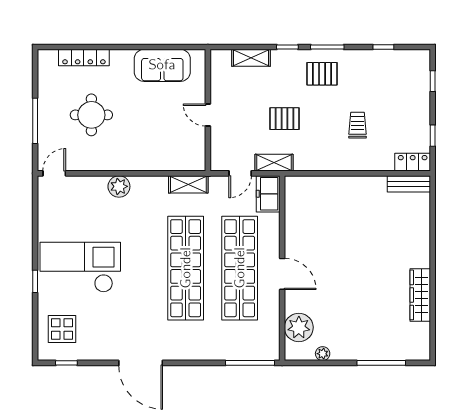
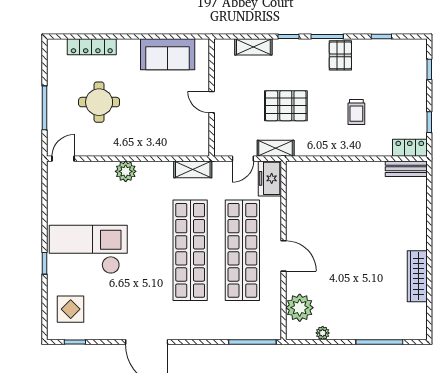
pallet: (322, 74) -> (340, 55), moved, turned 90
pallet: (285, 119) -> (286, 106), width x1.50, depth x1.42
trolley: (357, 125) -> (356, 112), turned 180

